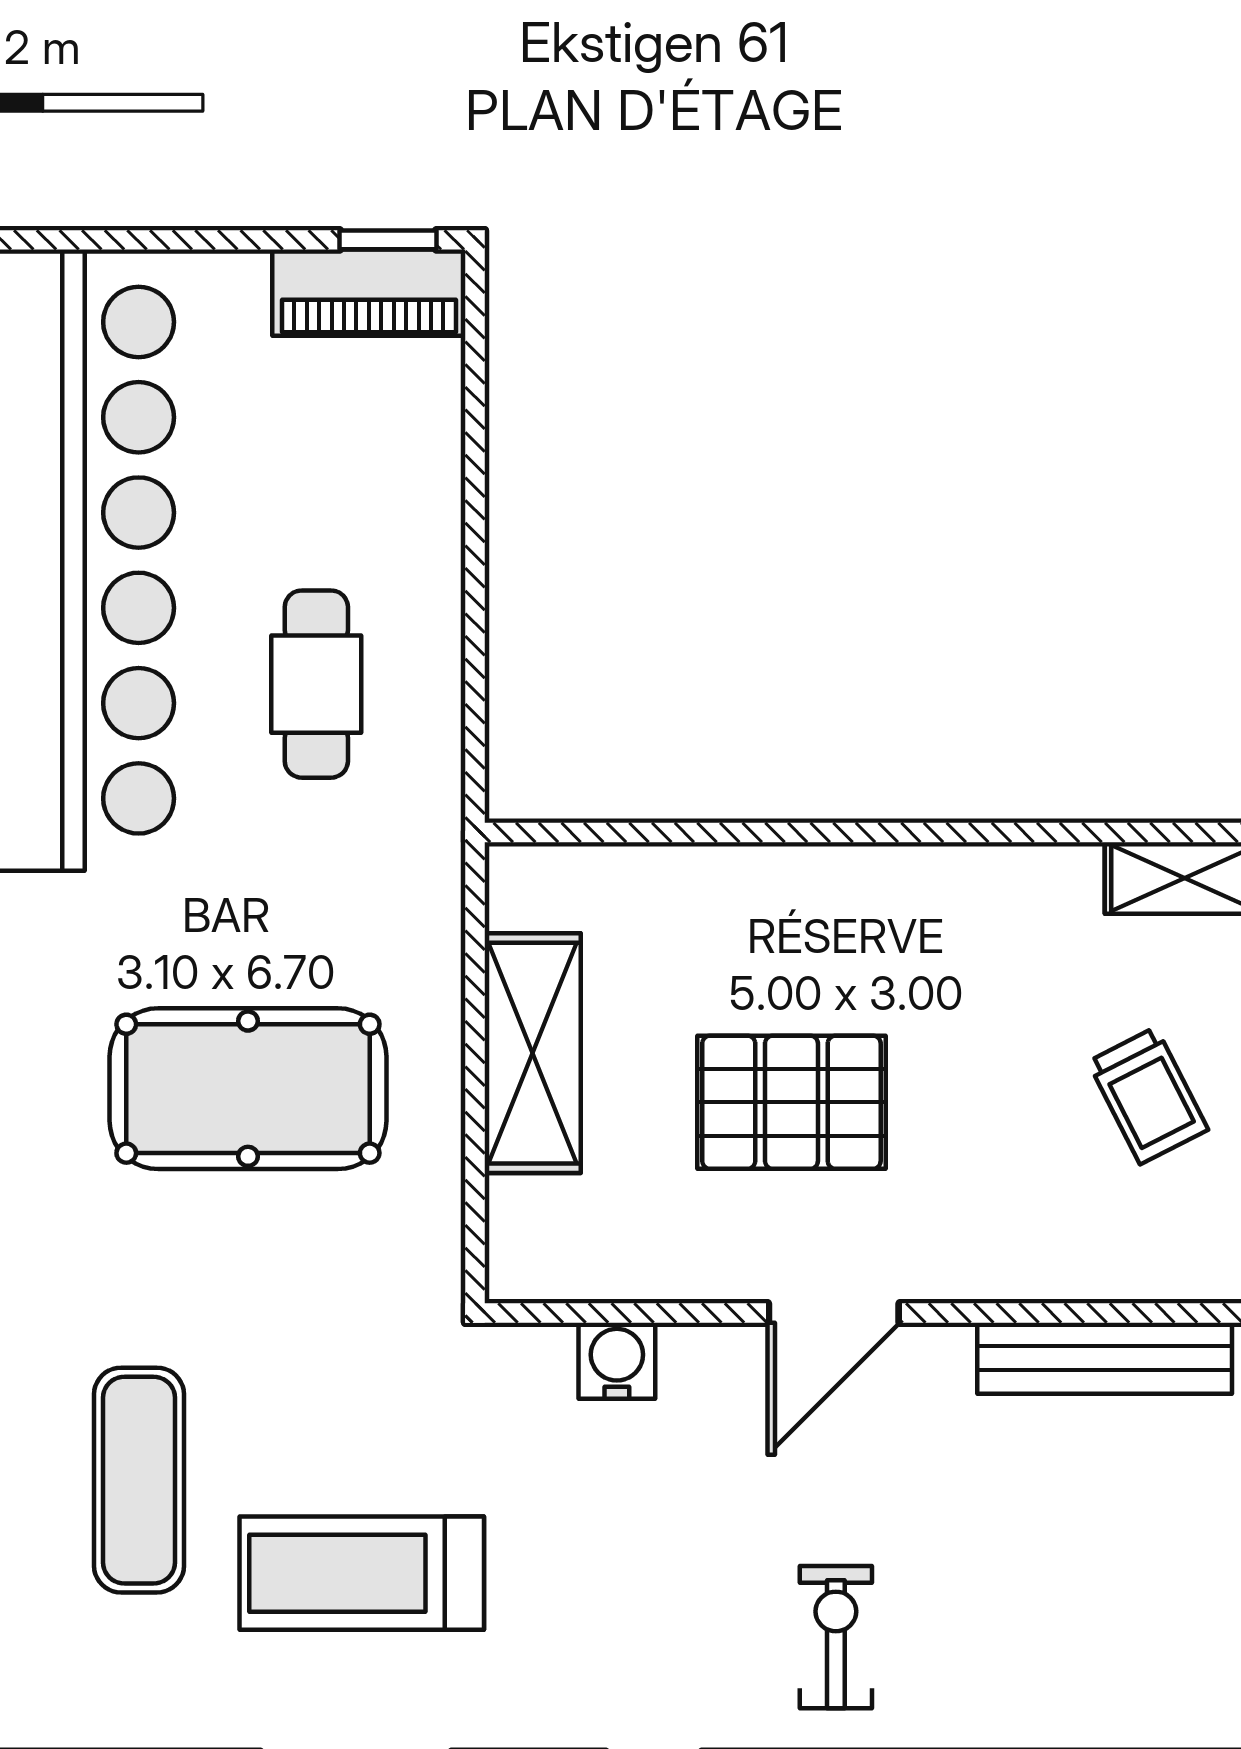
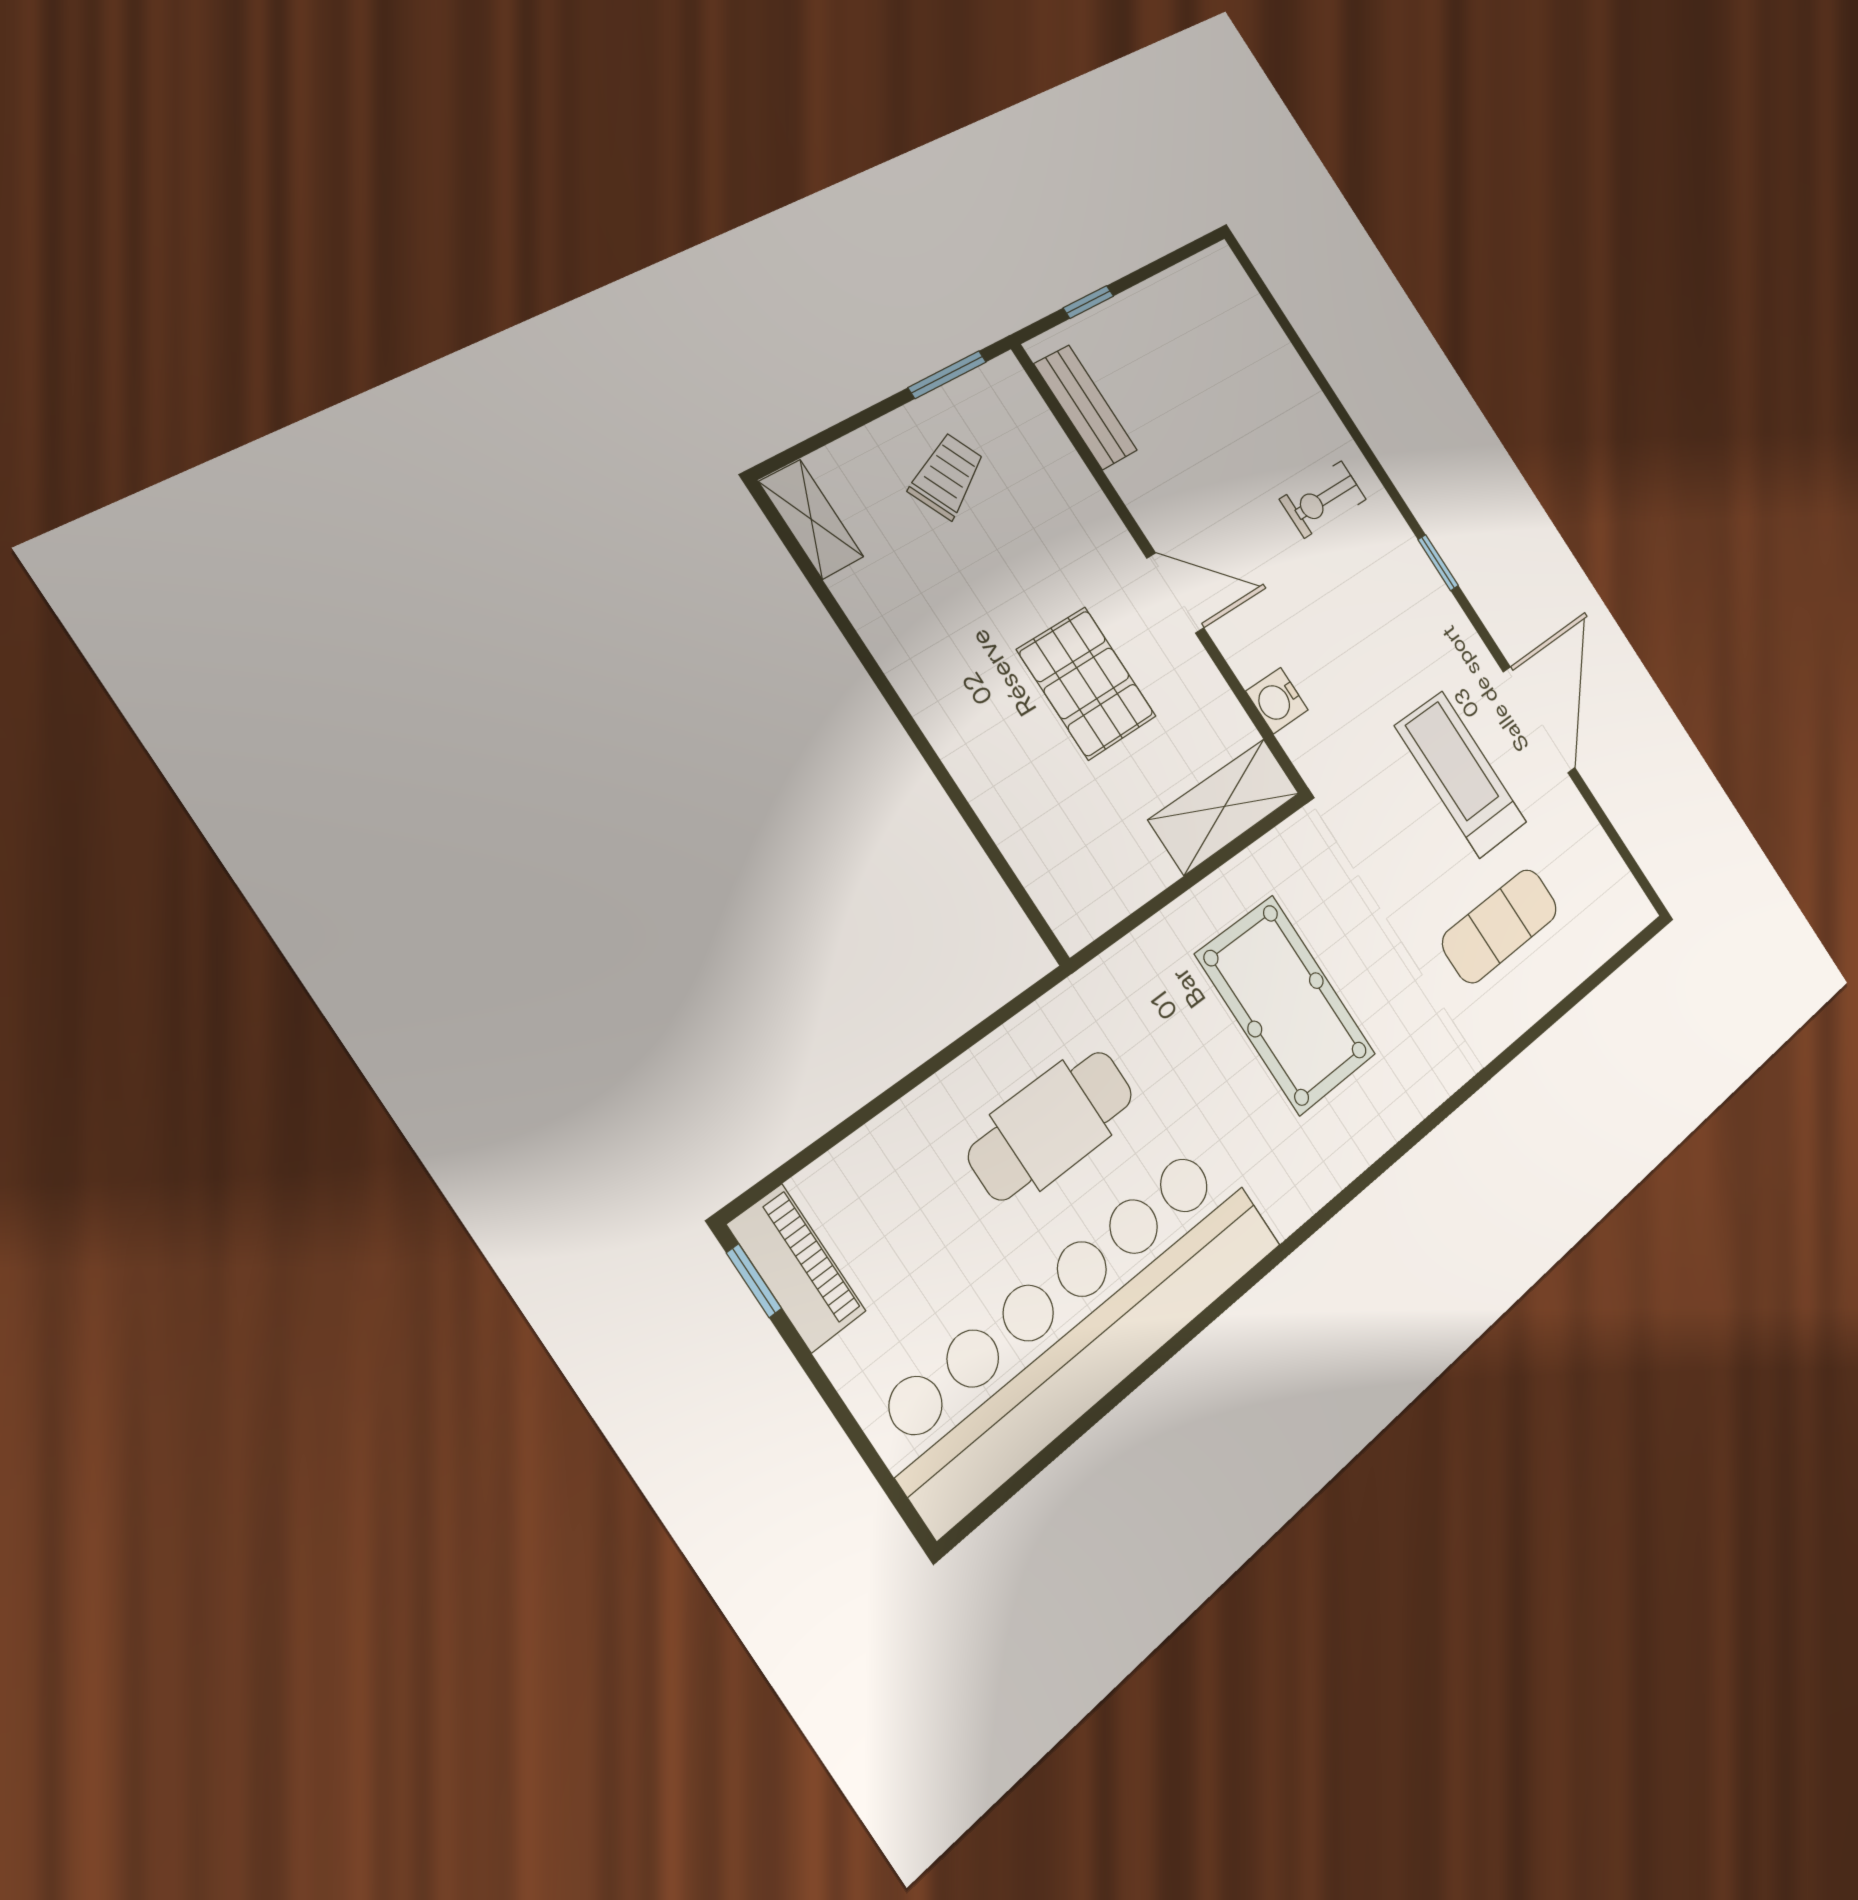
cafe table: (316, 684) -> (1051, 1125), width x1.37, depth x1.35
shelving: (533, 1053) -> (1225, 806), moved
bench: (1105, 1358) -> (1086, 407), width x0.73
treadmill: (362, 1573) -> (1461, 774), turned 180

